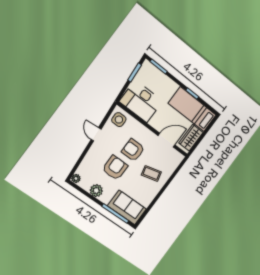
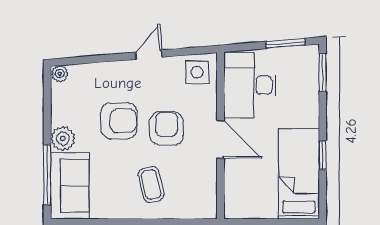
wardrobe: (191, 138) -> (254, 206), removed
door: (167, 140) -> (220, 139), moved
plant: (96, 191) -> (63, 139), moved

